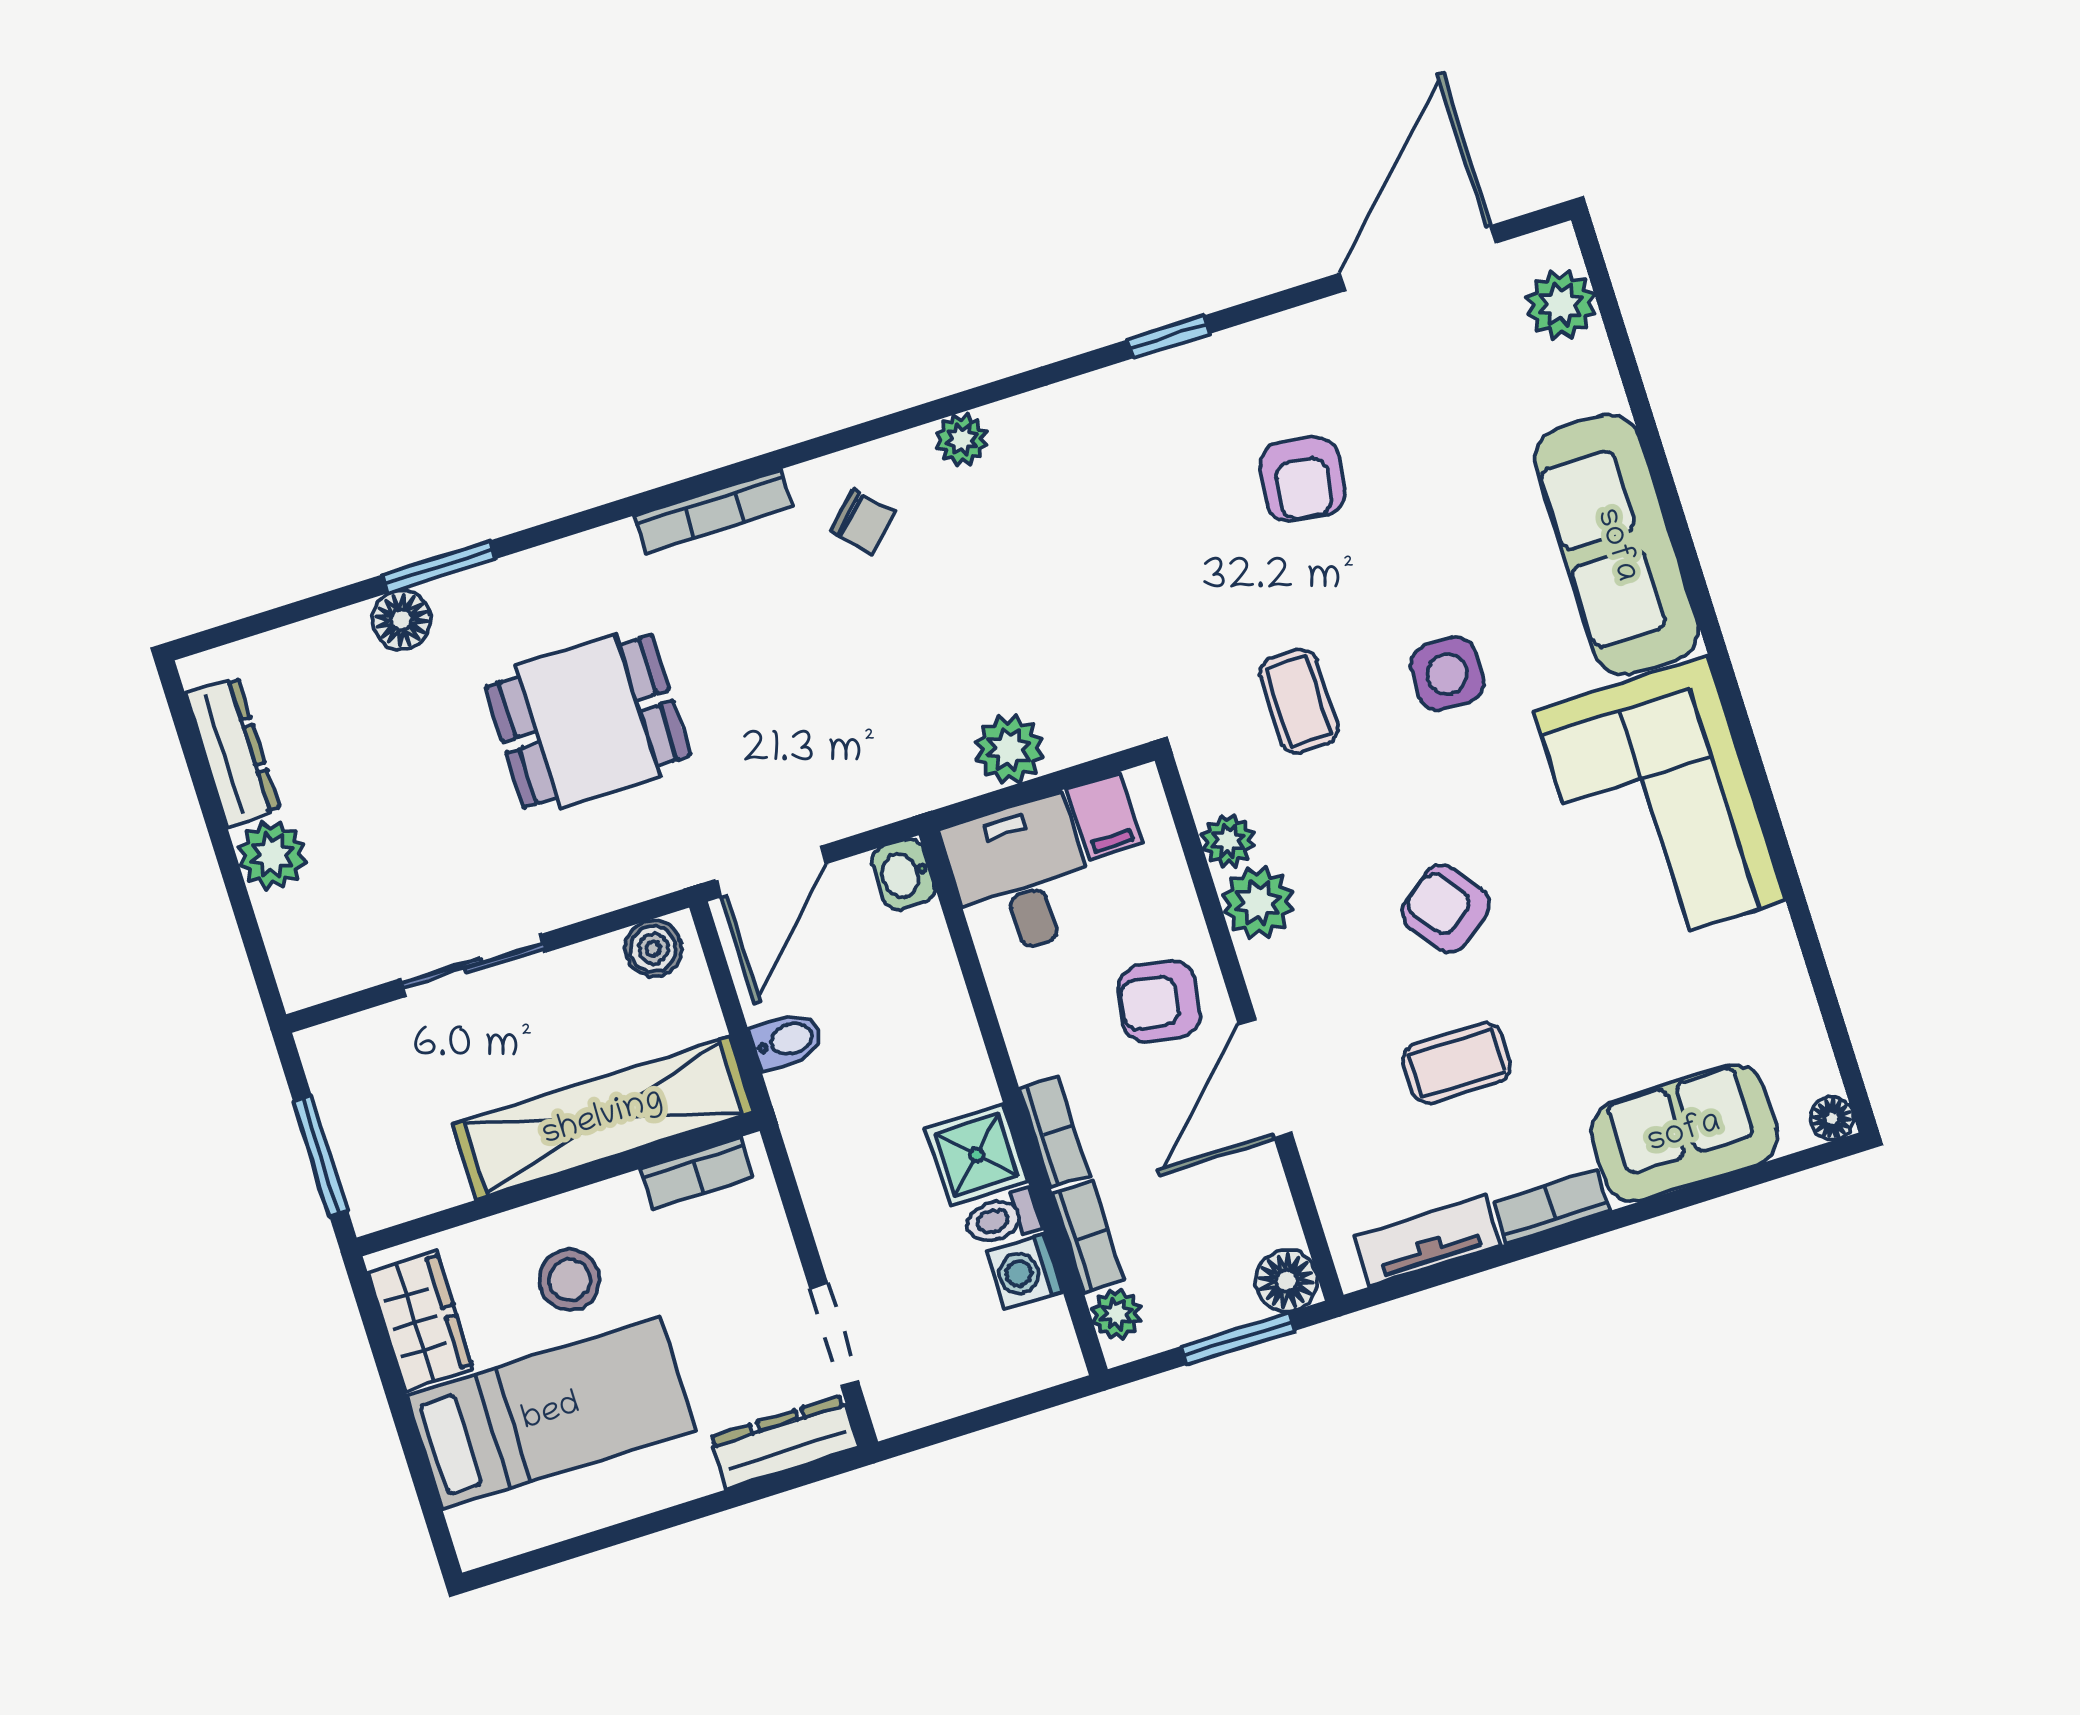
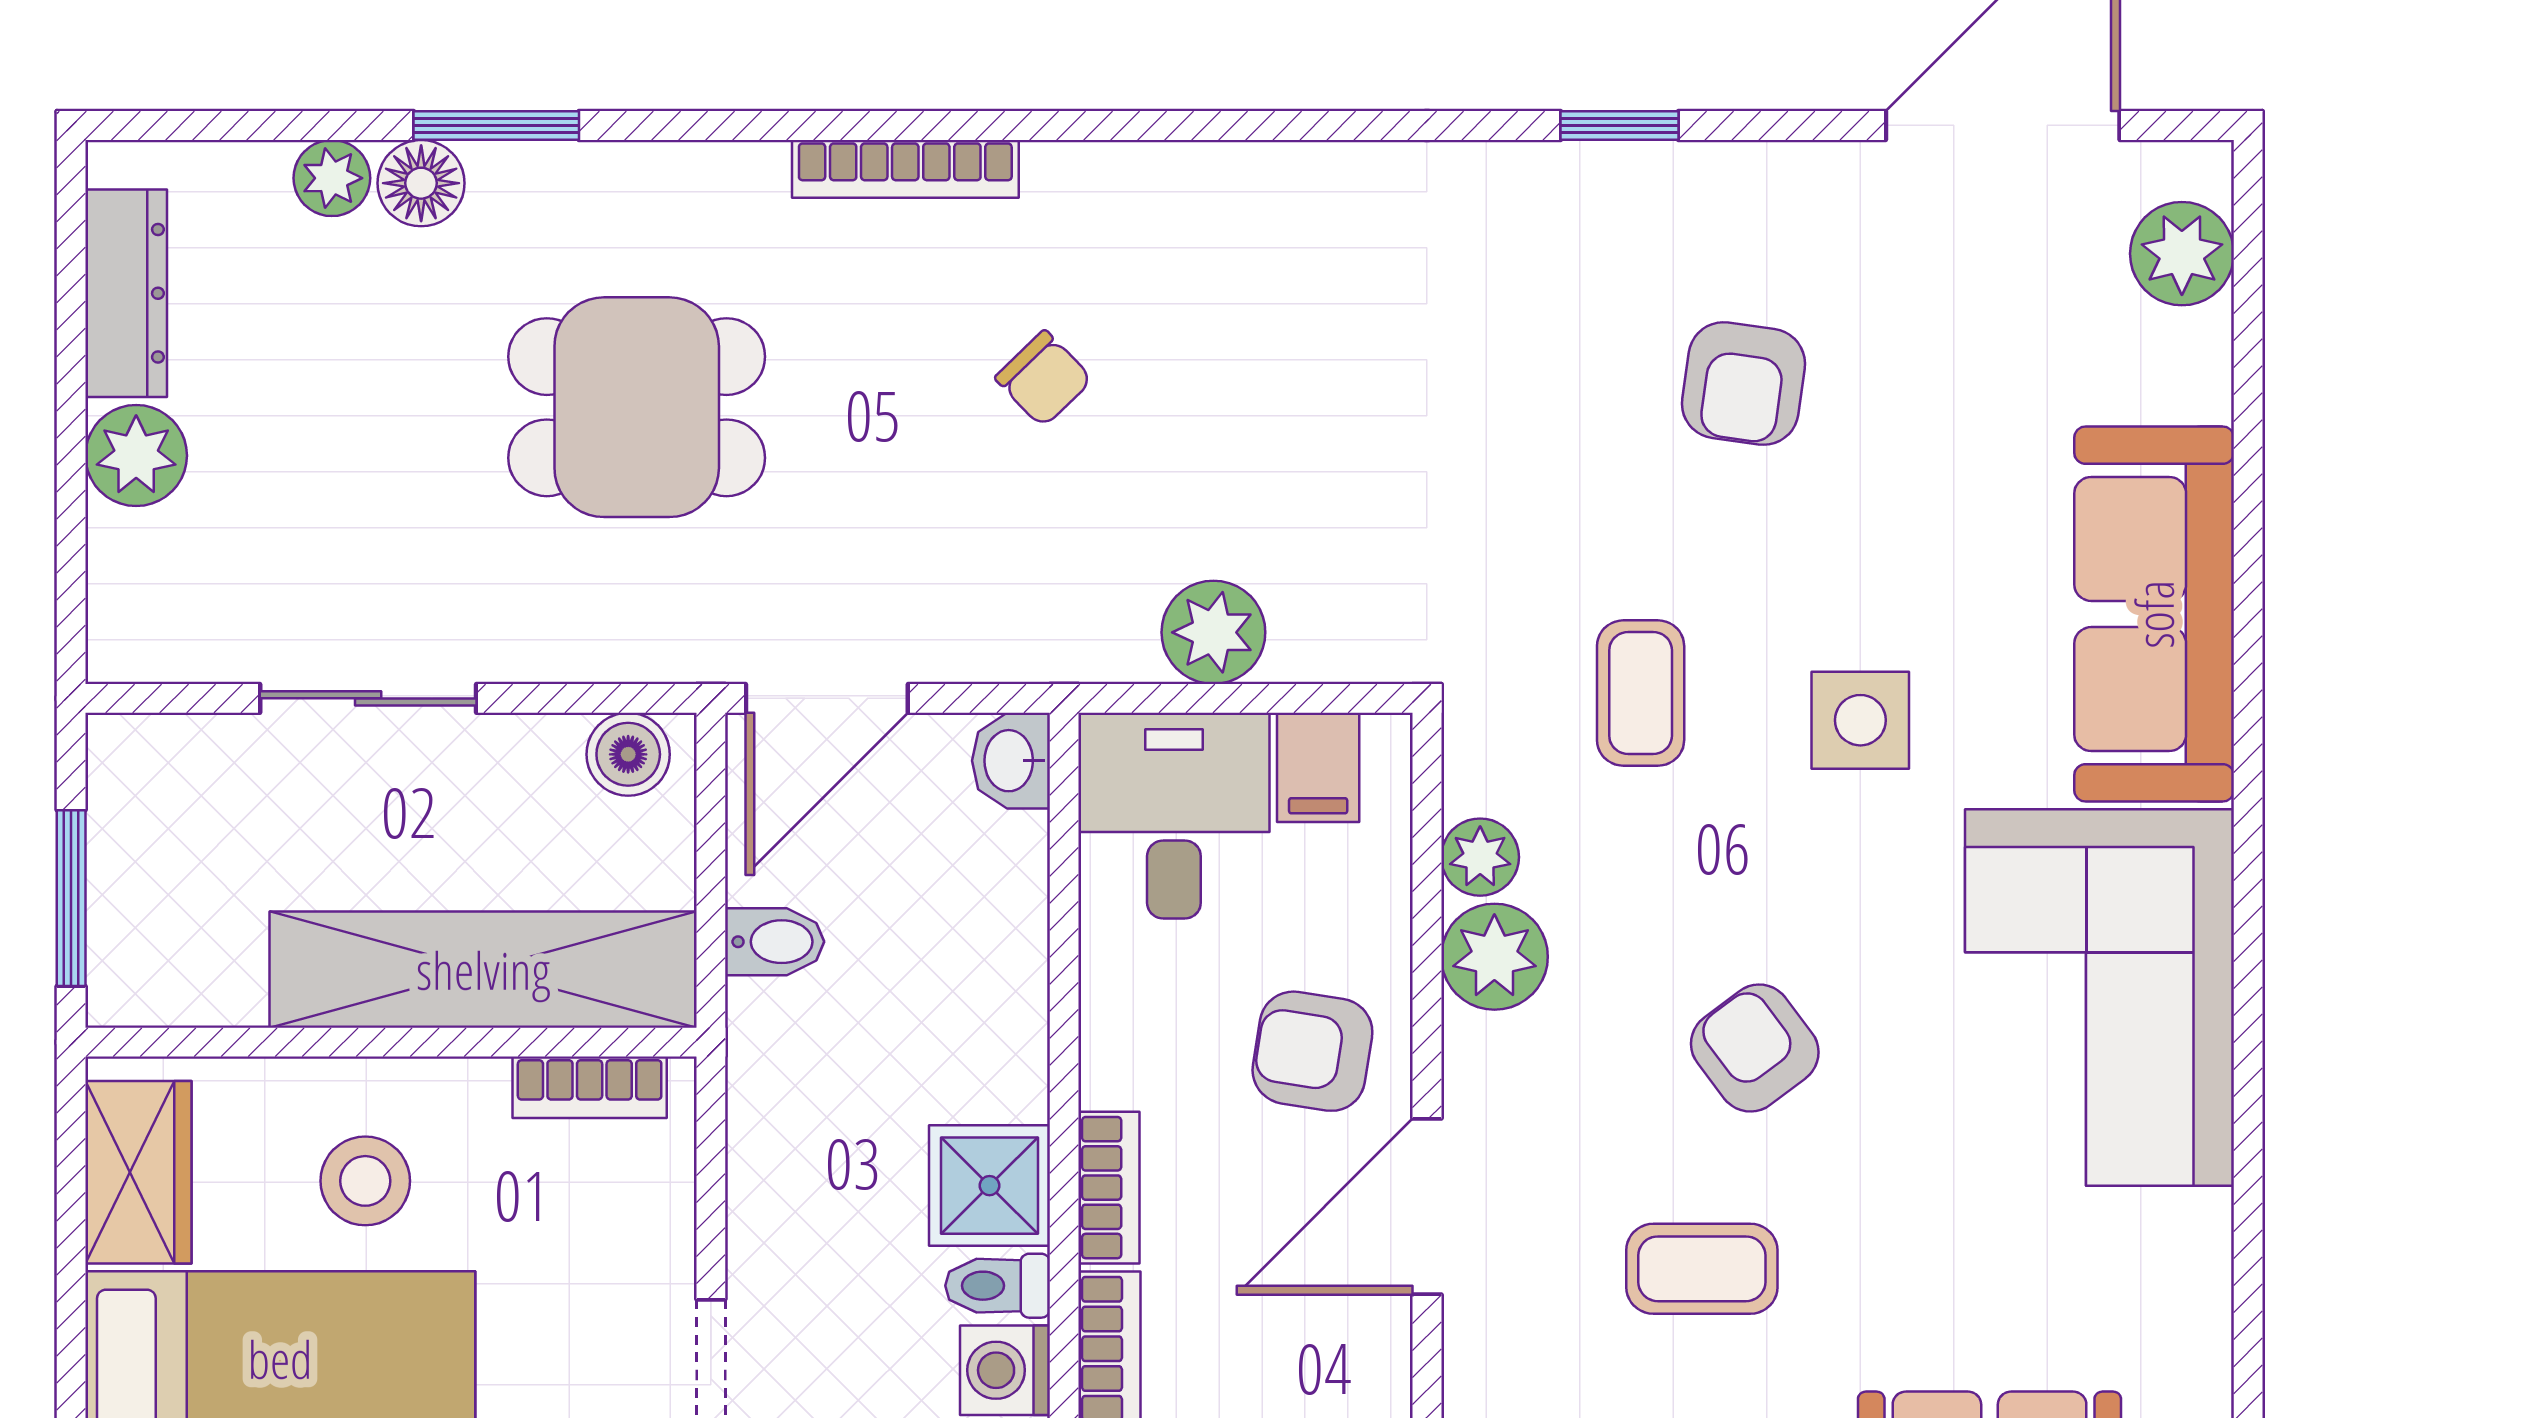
plant: (962, 439) -> (332, 178), moved
chair: (862, 522) -> (1044, 379), moved

